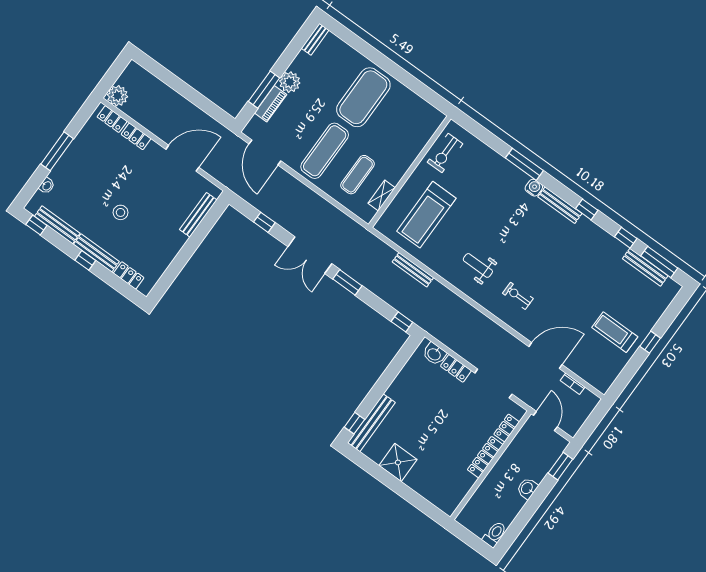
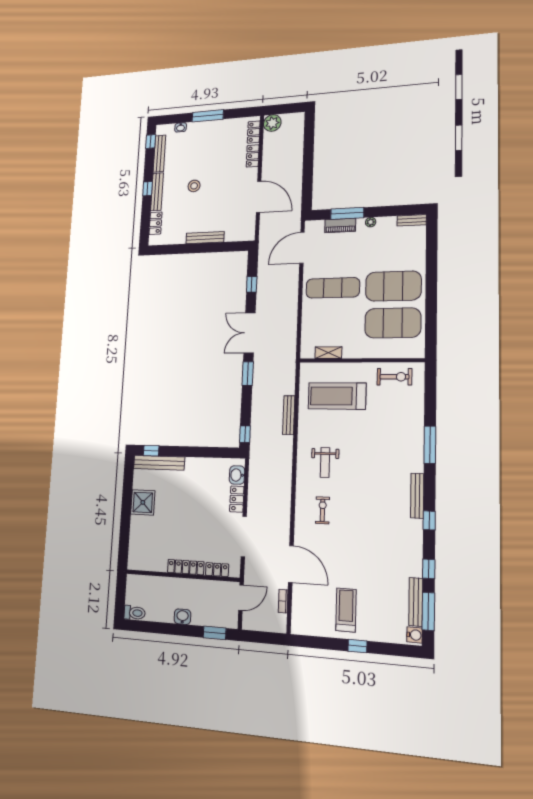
plant: (290, 82) -> (371, 222), width x0.53, depth x0.53
exercise bike: (445, 153) -> (394, 377), turned 180
exercise mat: (358, 175) -> (393, 323), moved, width x2.00, depth x1.45
water cooler: (534, 188) -> (415, 635), moved
bench: (198, 215) -> (205, 238), moved
weight bench: (478, 265) -> (325, 462), turned 180

